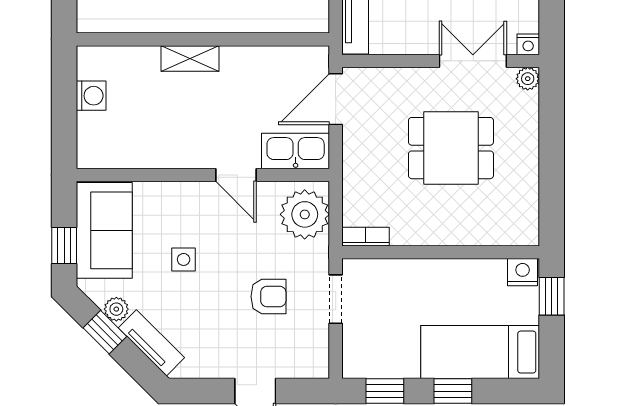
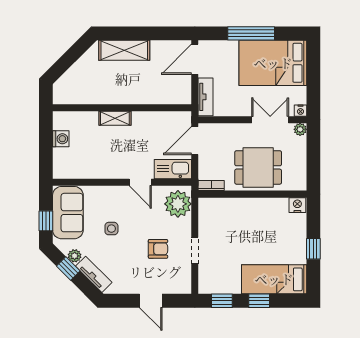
bookcase: (366, 237) -> (211, 186), moved
wall: (441, 252) -> (252, 194), moved
nightstand: (523, 272) -> (297, 205), moved

